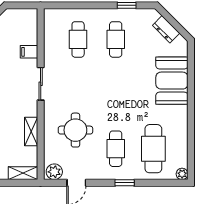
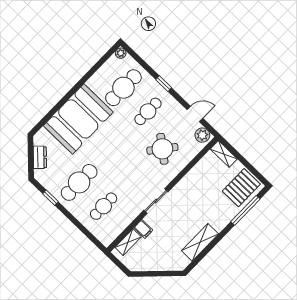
cafe table: (116, 39) -> (79, 182), width x1.37, depth x1.35
booth: (172, 81) -> (78, 119), width x1.36, depth x1.42
round table: (75, 130) -> (162, 149), turned 38
shelving: (31, 131) -> (128, 242), moved

